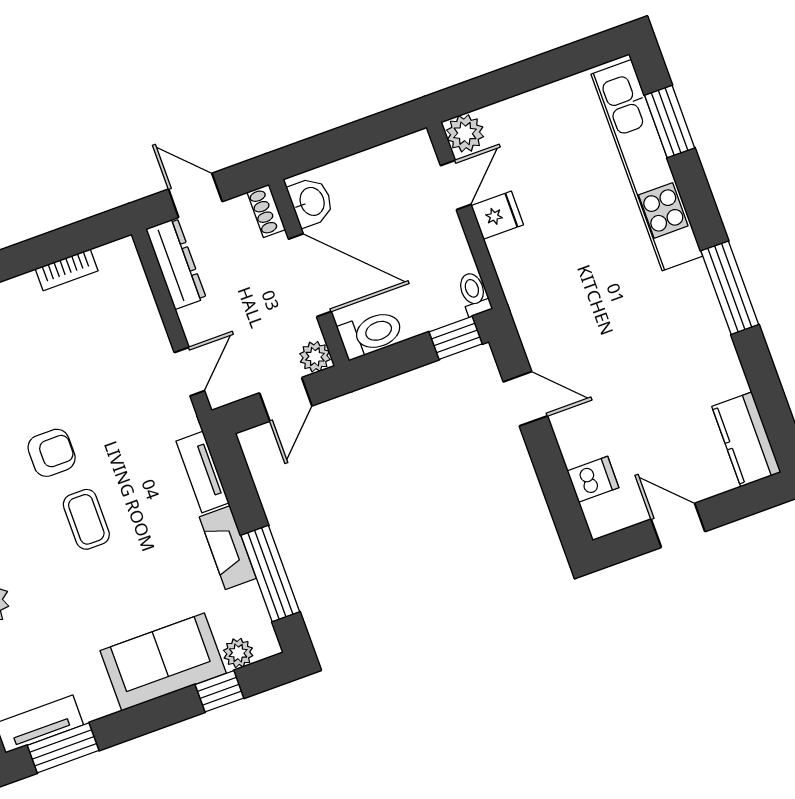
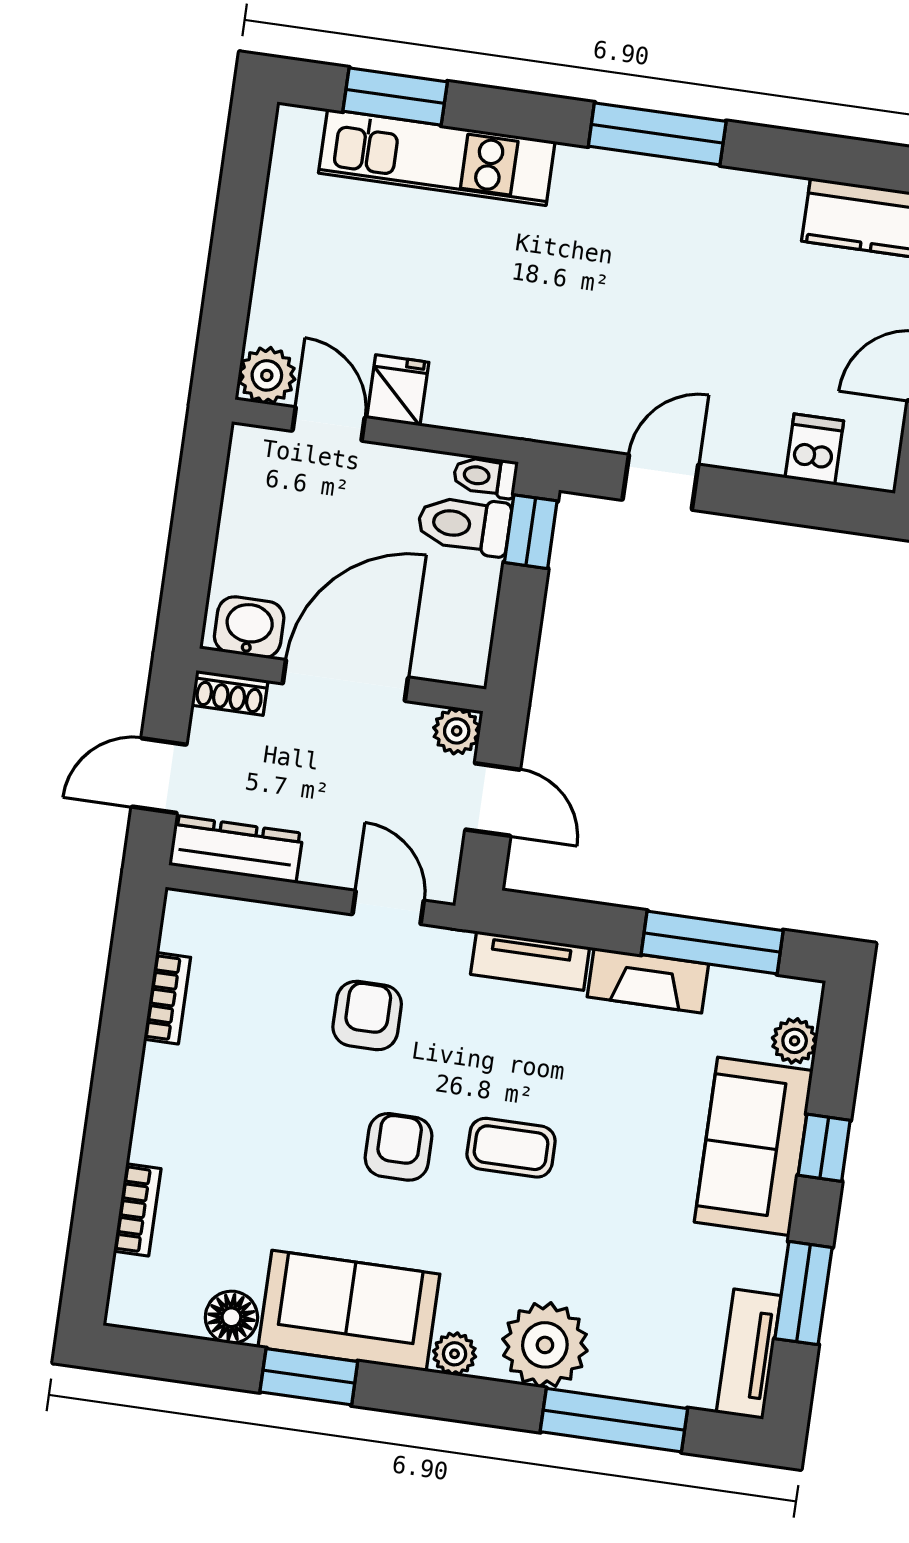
kitchen unit: (647, 165) -> (437, 157), width x0.73
toilet: (371, 334) -> (464, 525), moved, turned -90
armchair: (119, 393) -> (367, 1015), added
window: (219, 691) -> (824, 1148), moved
window: (63, 748) -> (804, 1293), moved

